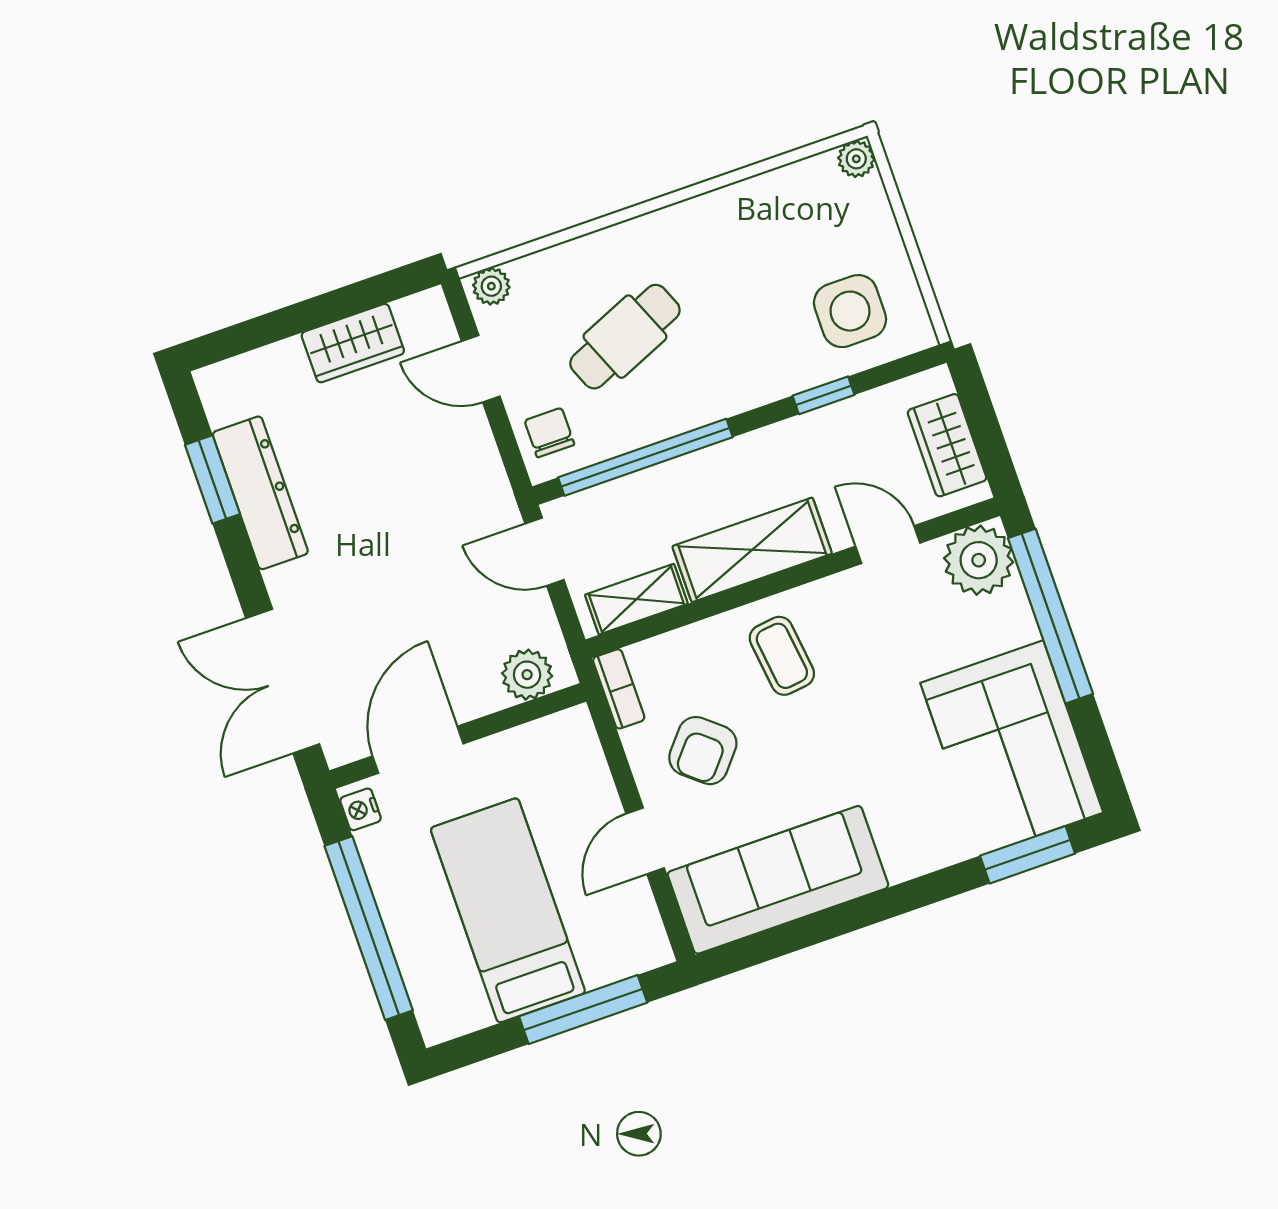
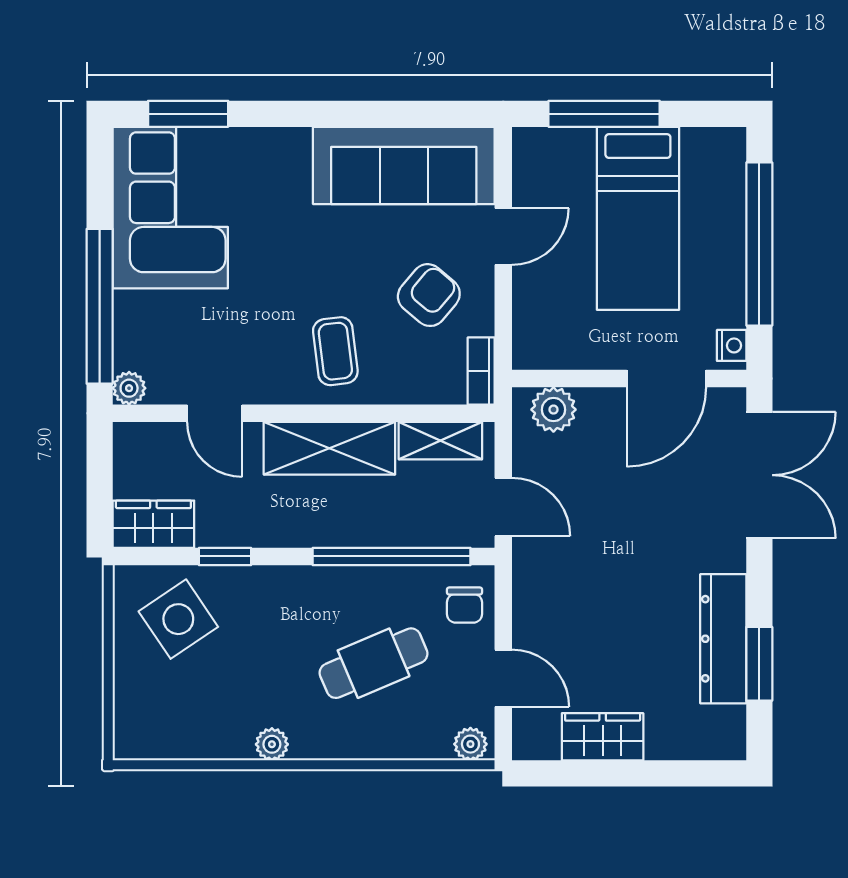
plant: (856, 159) -> (272, 744), moved
side table: (850, 311) -> (178, 619), turned -34
wardrobe: (947, 445) -> (153, 524), moved, turned -90
plant: (979, 560) -> (129, 388), width x0.53, depth x0.53

